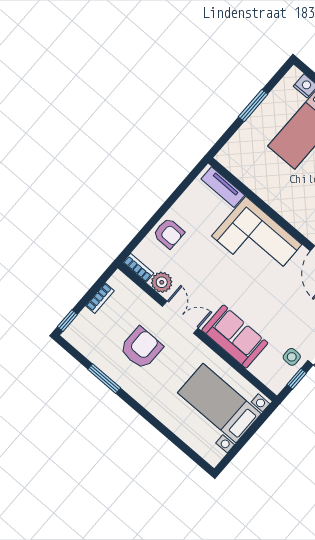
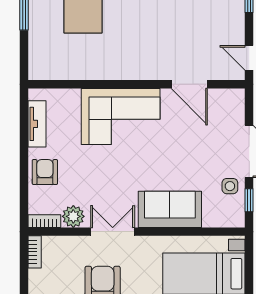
tv unit: (223, 187) -> (37, 124), moved, turned -90
armchair: (169, 233) -> (45, 172), turned -90
bookcase: (100, 298) -> (35, 252), moved

